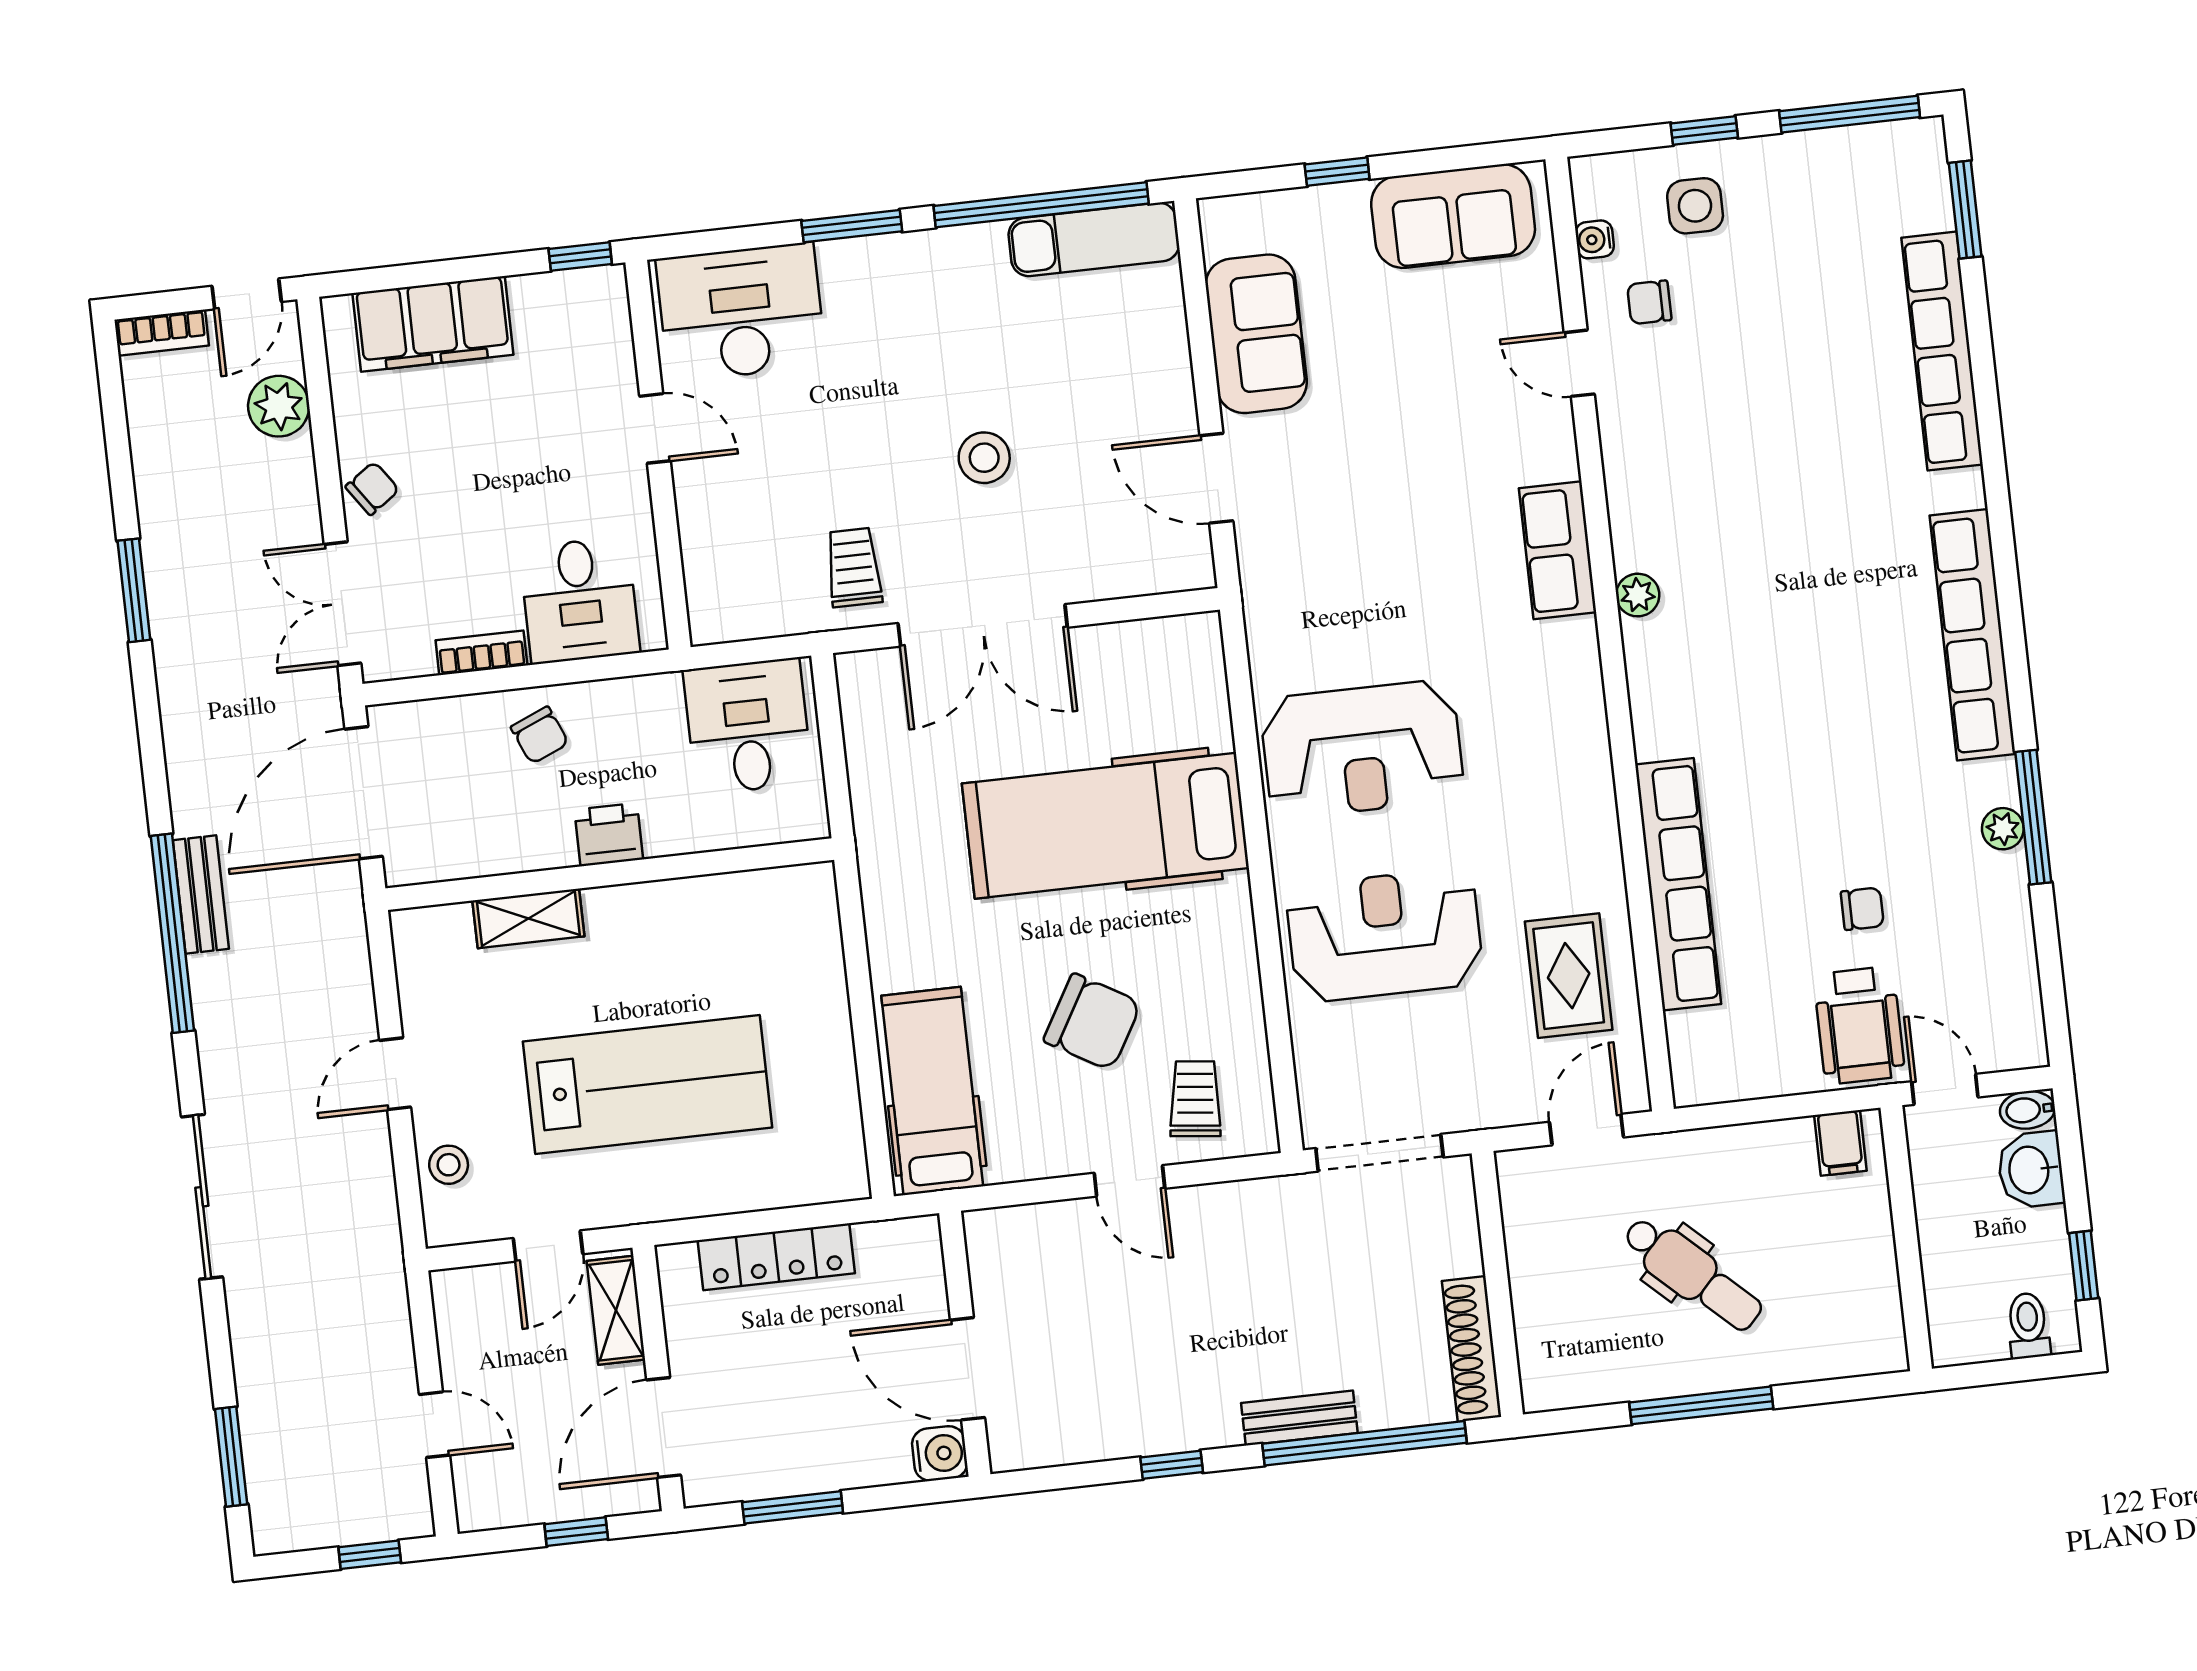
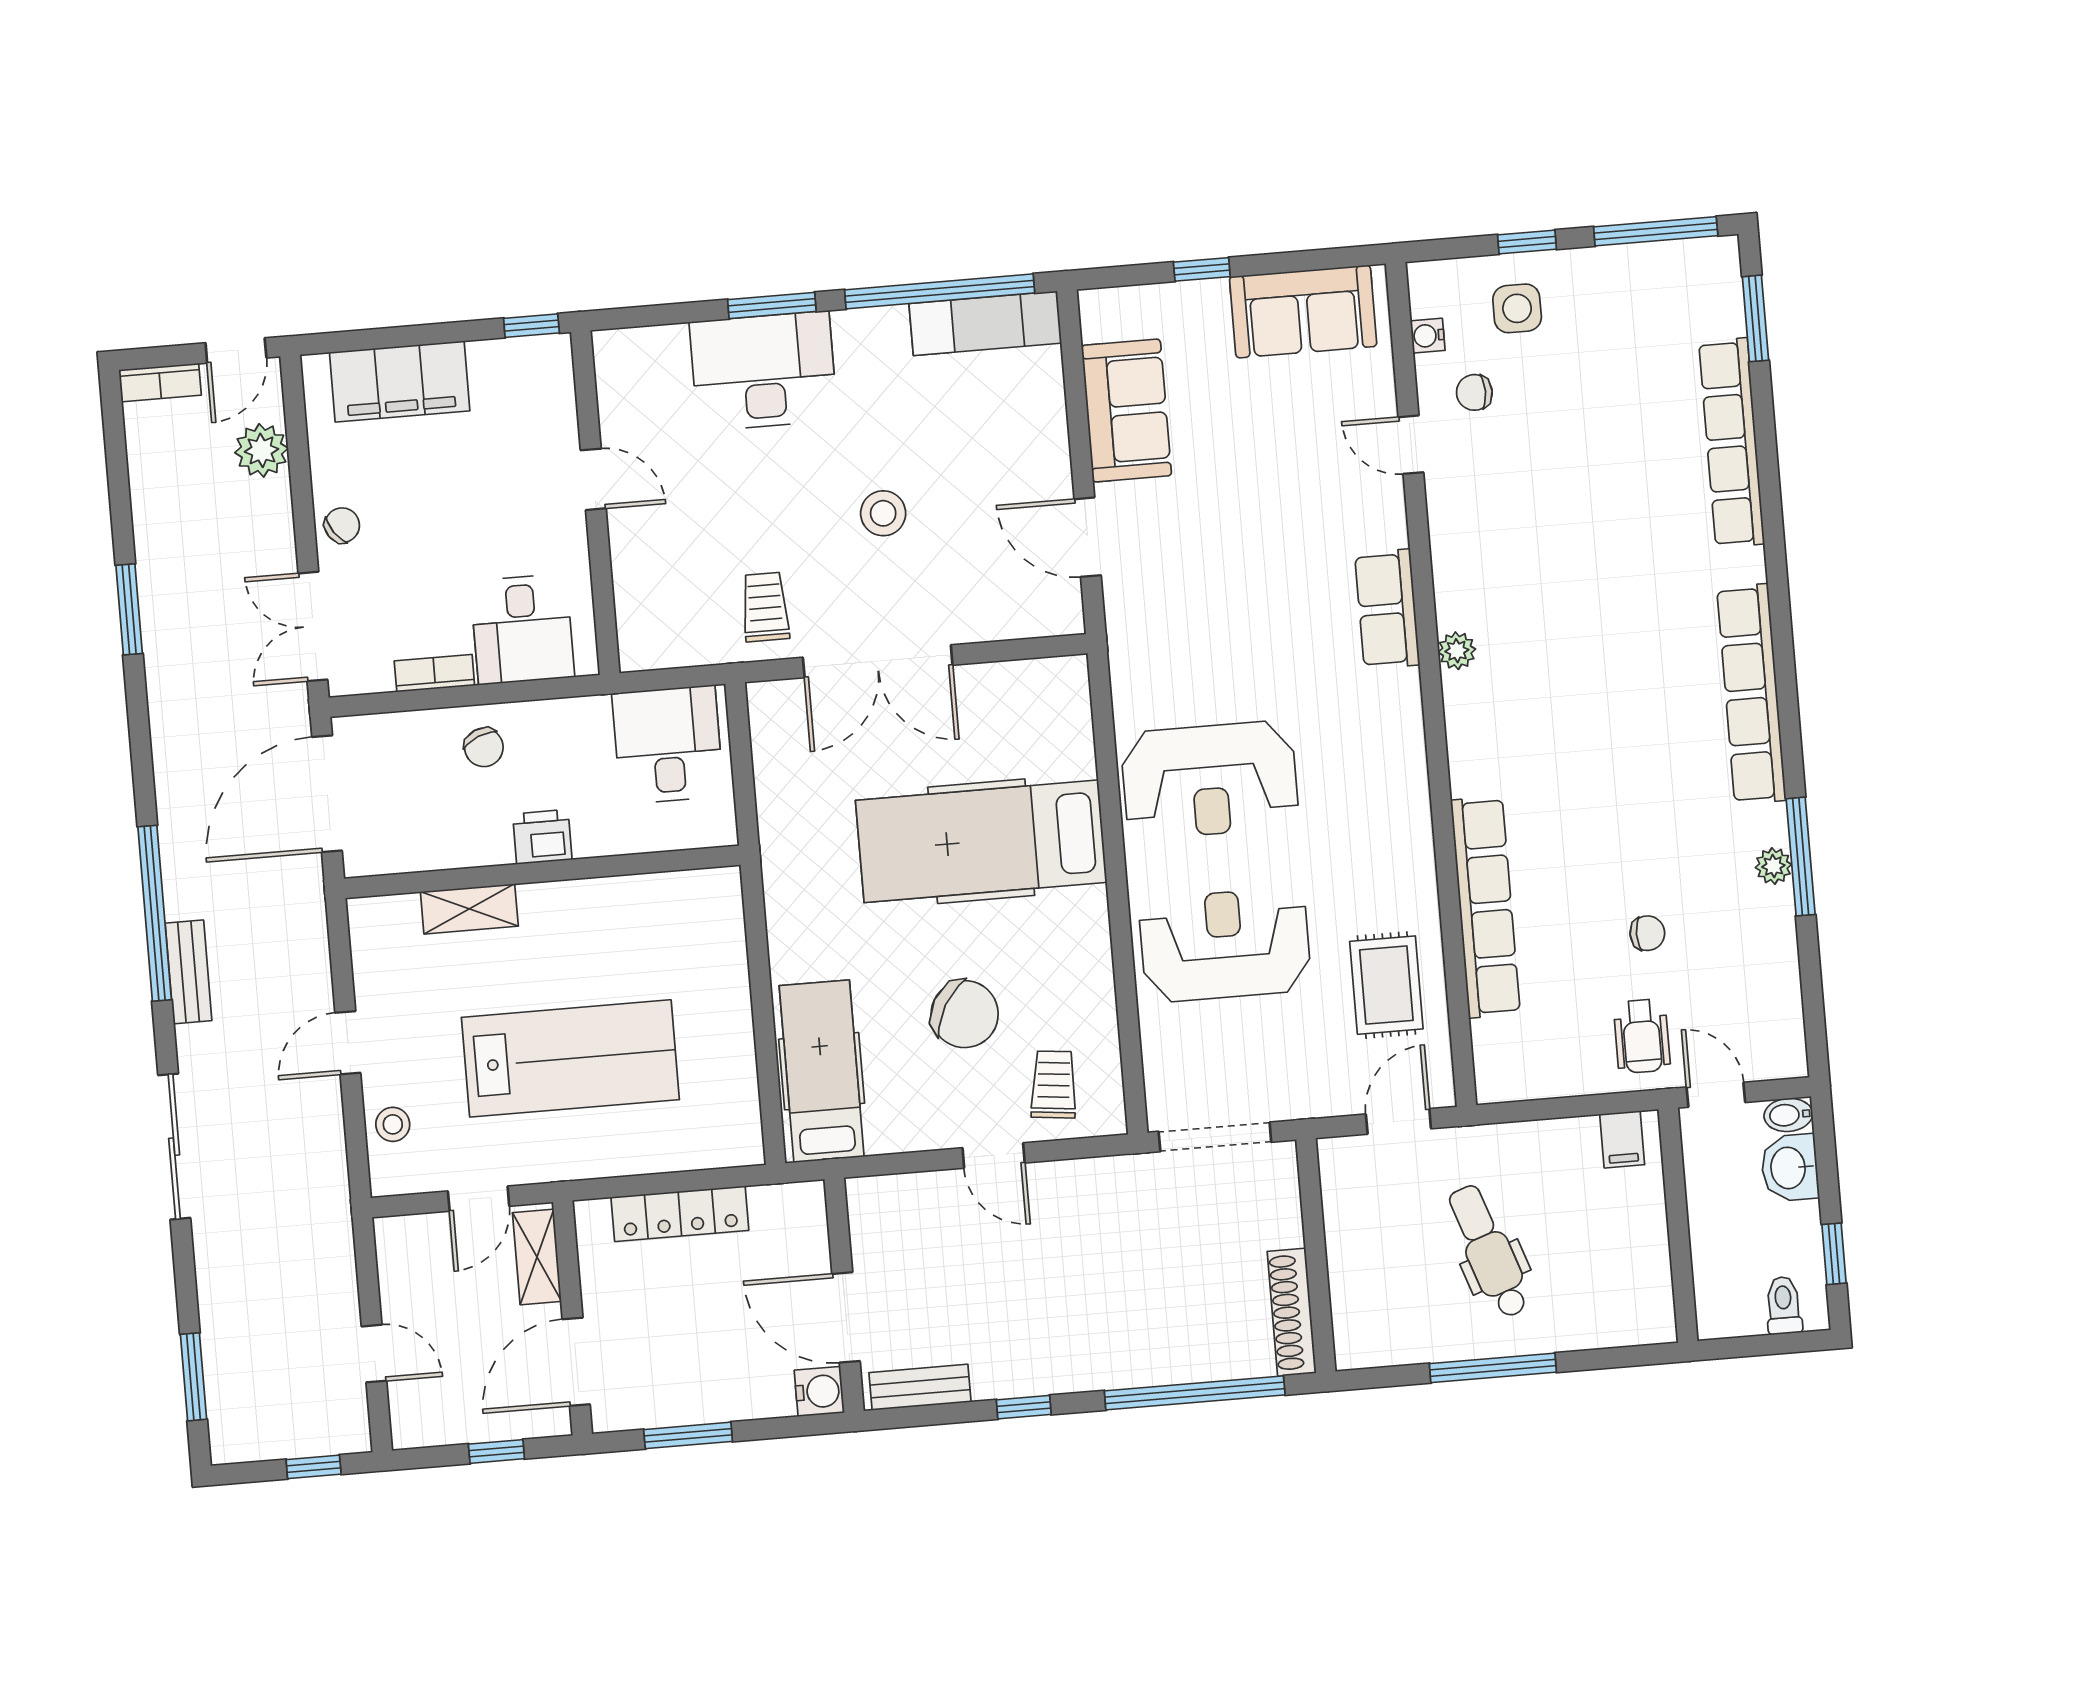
desk: (741, 312) -> (763, 371), moved
bench: (201, 894) -> (189, 972), moved
wheelchair: (1859, 1025) -> (1642, 1036), width x0.73, depth x0.73
dental chair: (1693, 1274) -> (1489, 1251), turned -152
bench: (1299, 1418) -> (920, 1387), moved

